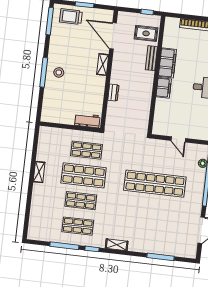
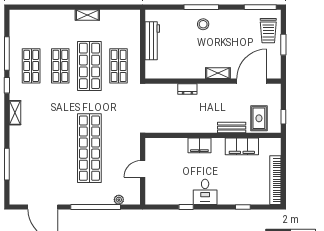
trolley: (71, 17) -> (268, 31), turned 180
filing cabinet: (167, 63) -> (242, 146), moved
workbench: (87, 120) -> (152, 41), moved, width x1.38

